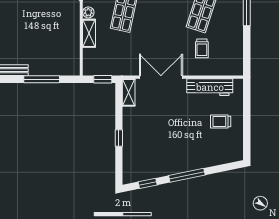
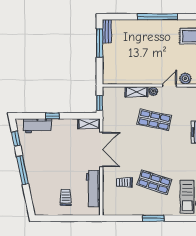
window: (42, 79) -> (100, 43), moved
workbench: (131, 157) -> (38, 126), added

